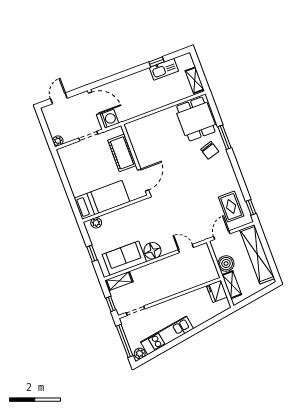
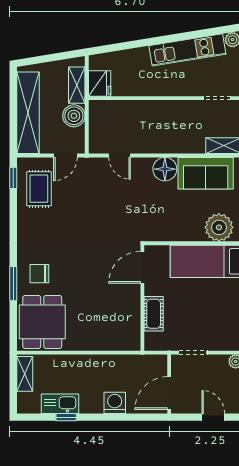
door: (59, 98) -> (213, 417), swing flipped
door: (94, 103) -> (169, 393), hinge flipped
washing machine: (109, 119) -> (115, 403), moved, turned 90
chair: (210, 150) -> (39, 274), turned -73
cot: (122, 153) -> (154, 314), width x0.73, depth x0.75
plant: (96, 223) -> (219, 227), width x1.87, depth x1.87

